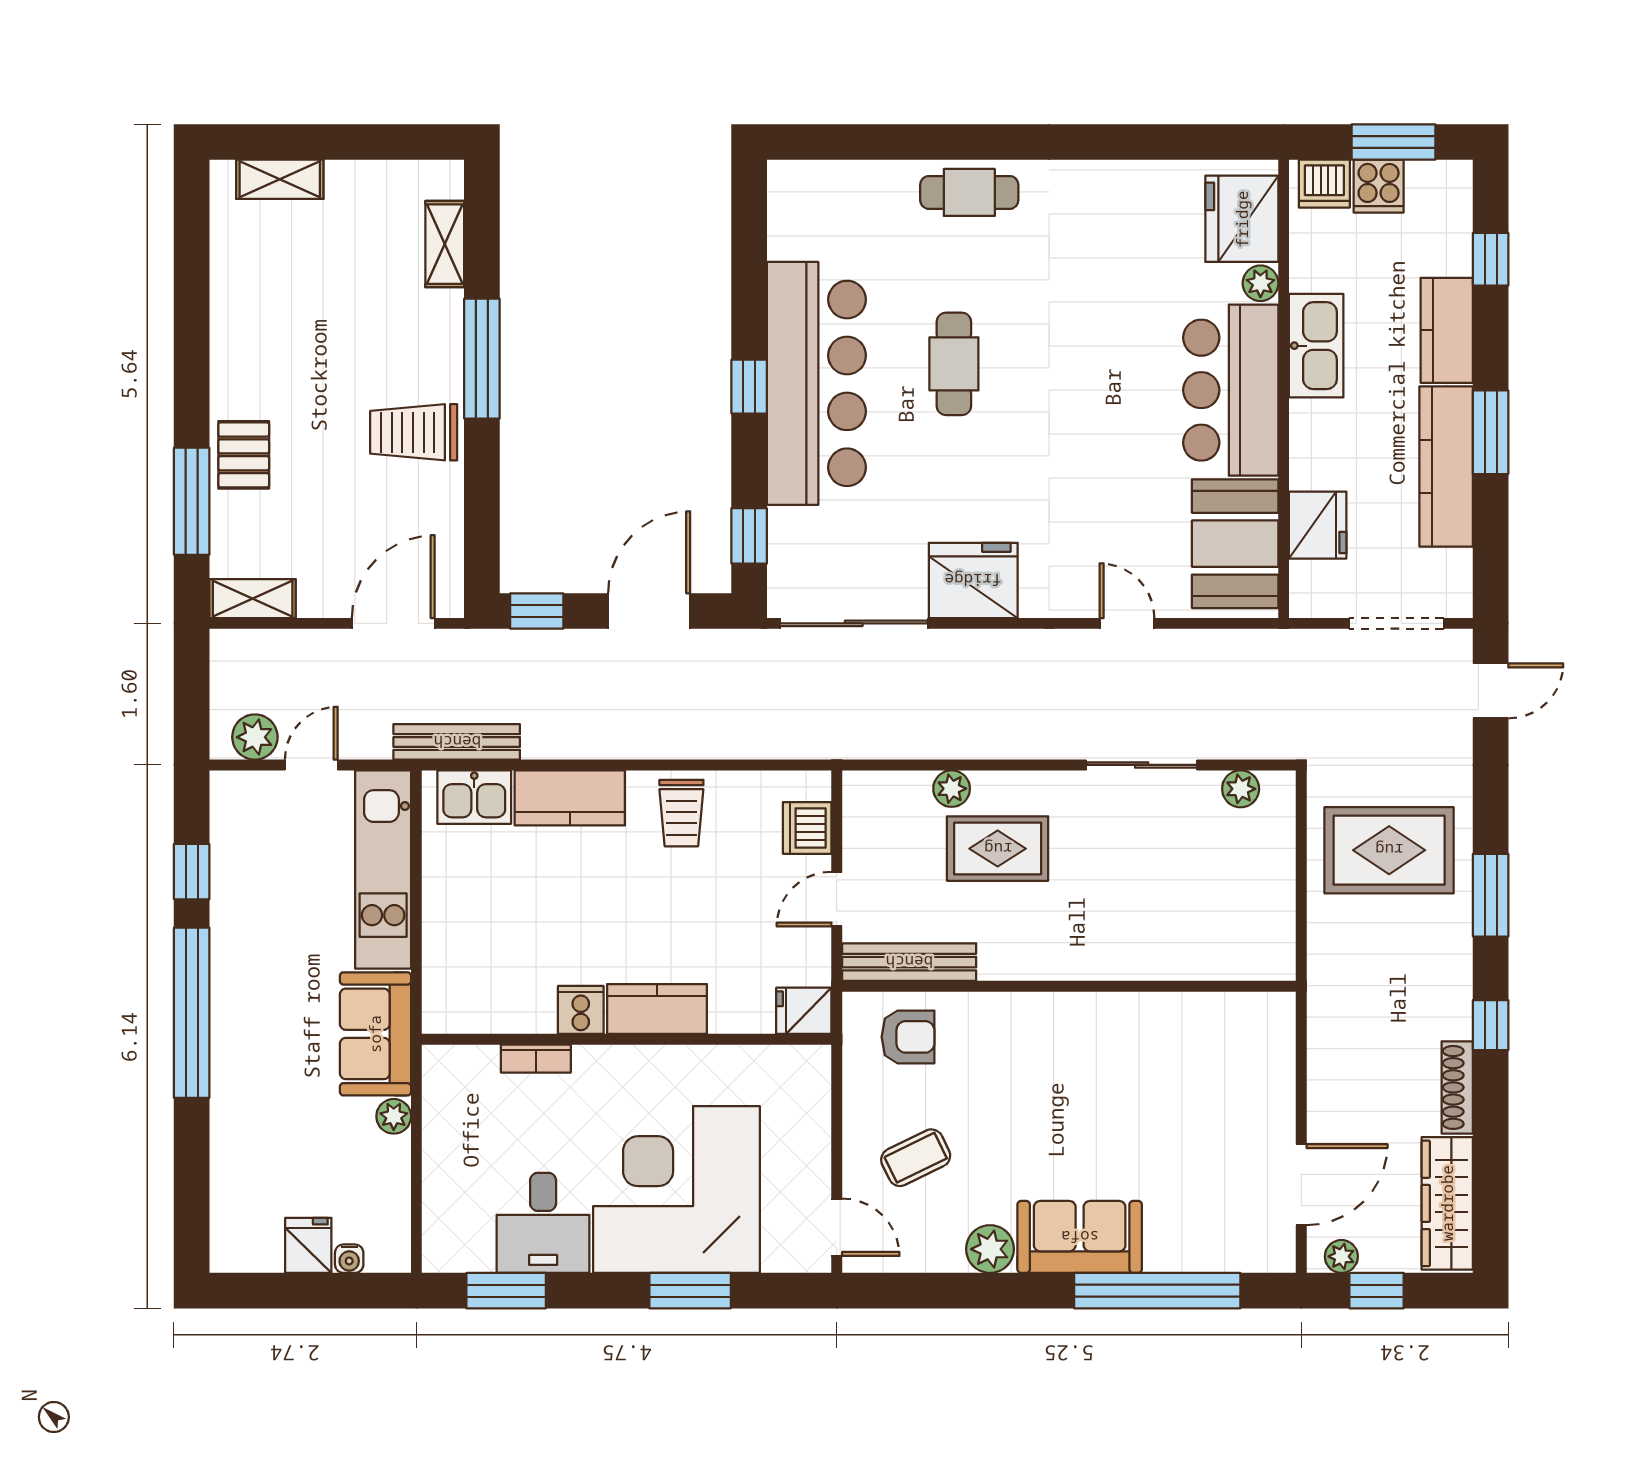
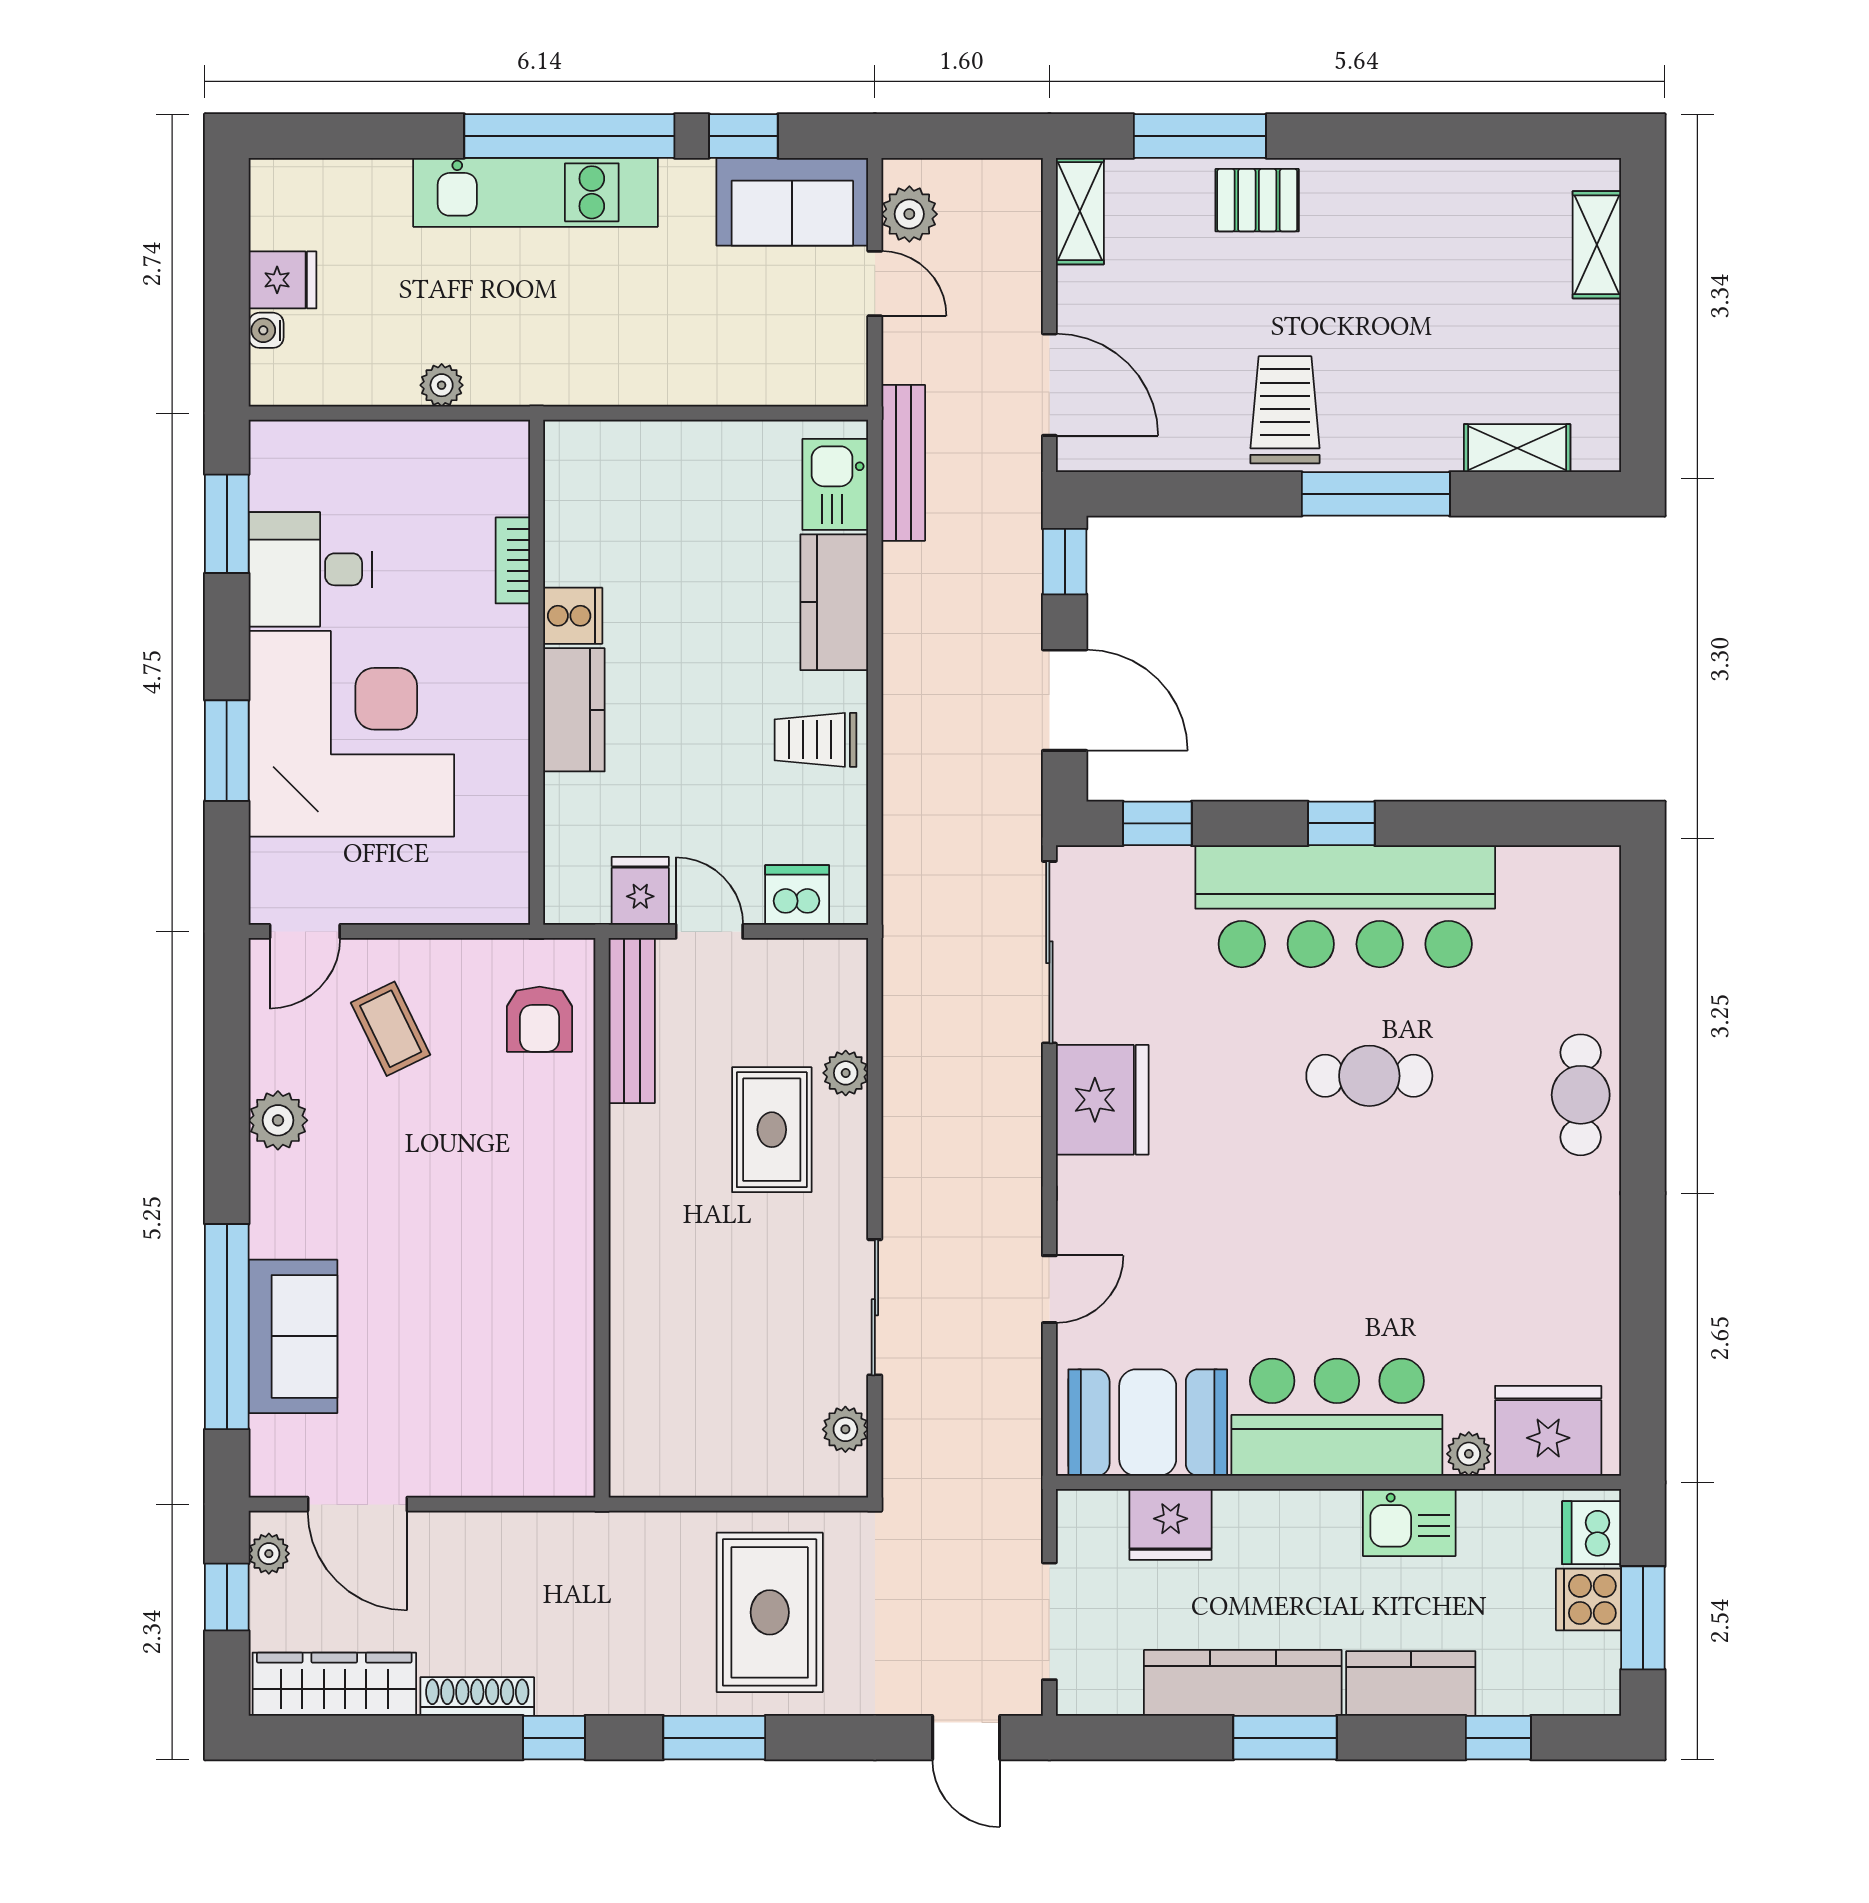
kitchen sink: (1316, 346) -> (1409, 1522), width x0.73
kitchen unit: (383, 870) -> (536, 192), moved, turned 180
fridge: (804, 1011) -> (640, 891), moved
sofa: (375, 1034) -> (792, 202), moved, turned 180
sofa: (1080, 1237) -> (293, 1336), moved

